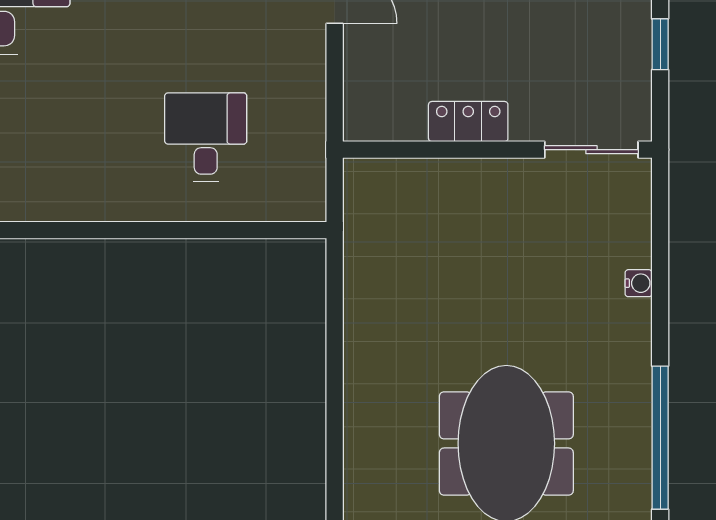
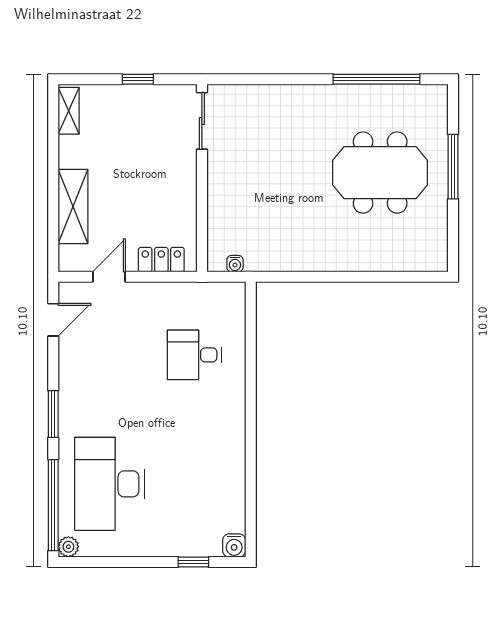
locker: (468, 122) -> (161, 260), moved, turned 90
water cooler: (639, 283) -> (235, 264), moved, turned 180

